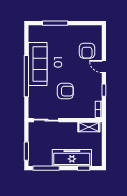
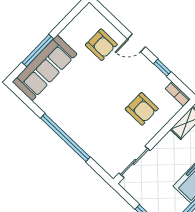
sofa: (38, 64) -> (45, 68), moved, turned 90
armchair: (65, 91) -> (142, 109), moved, turned 90

